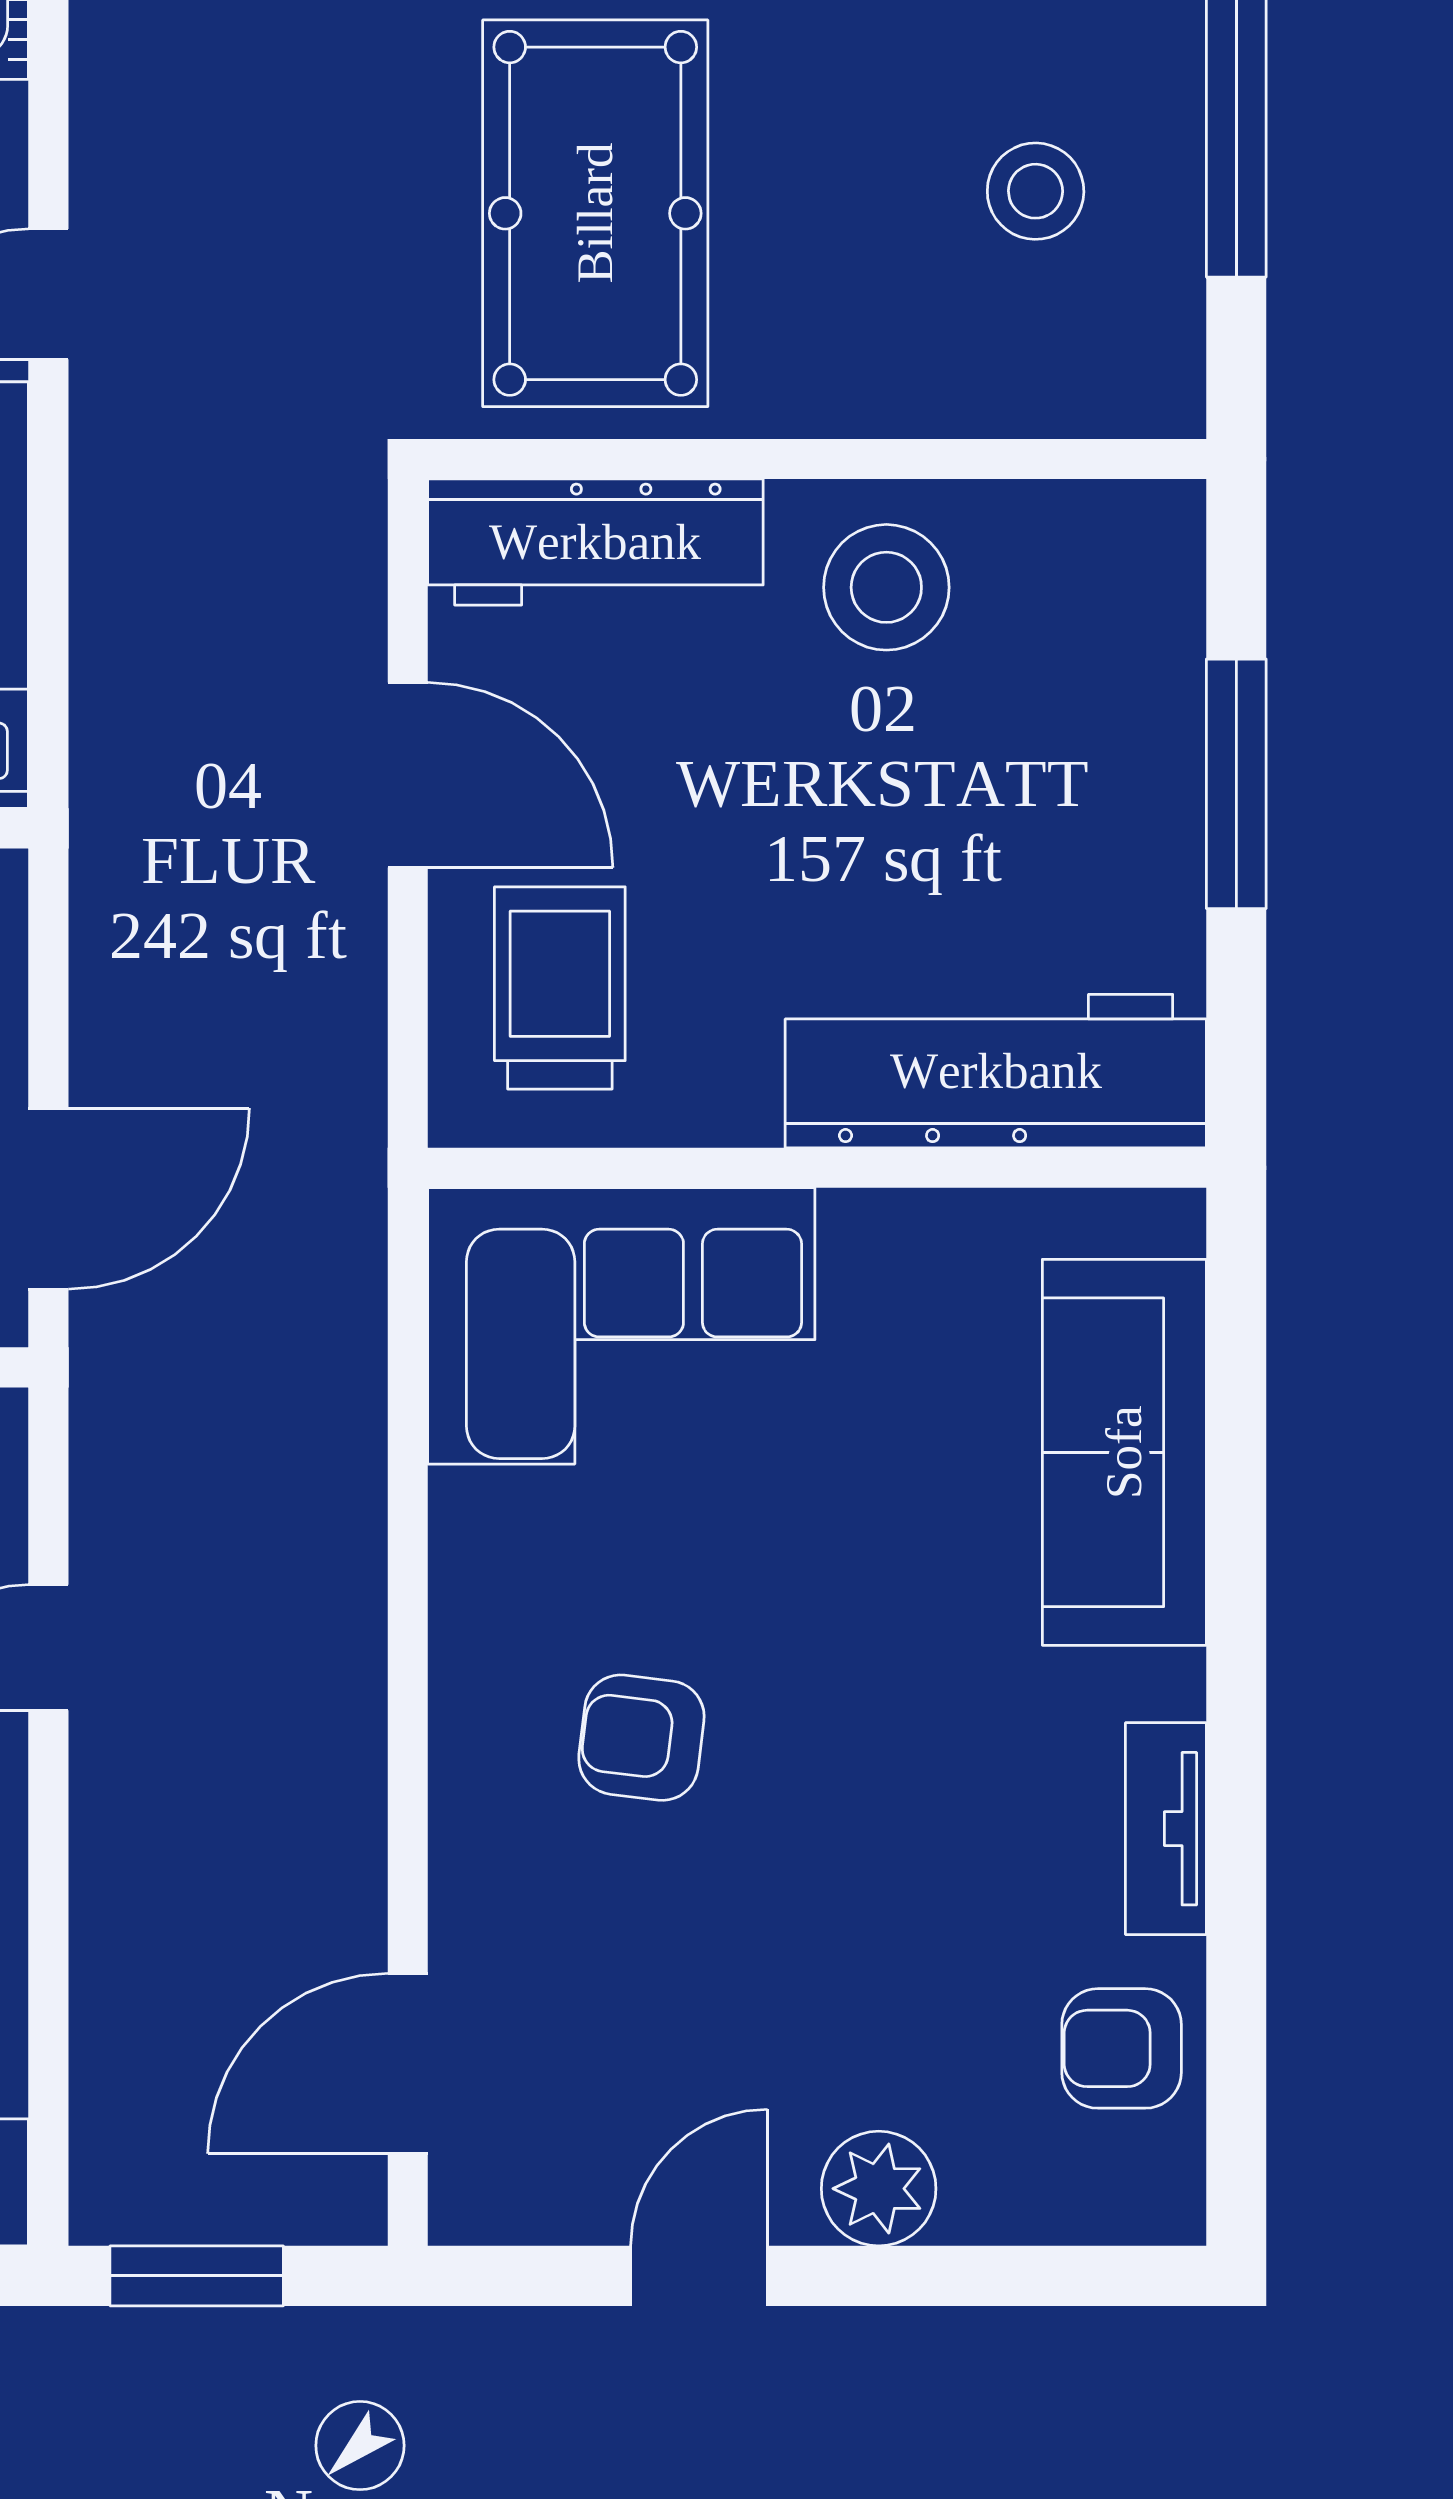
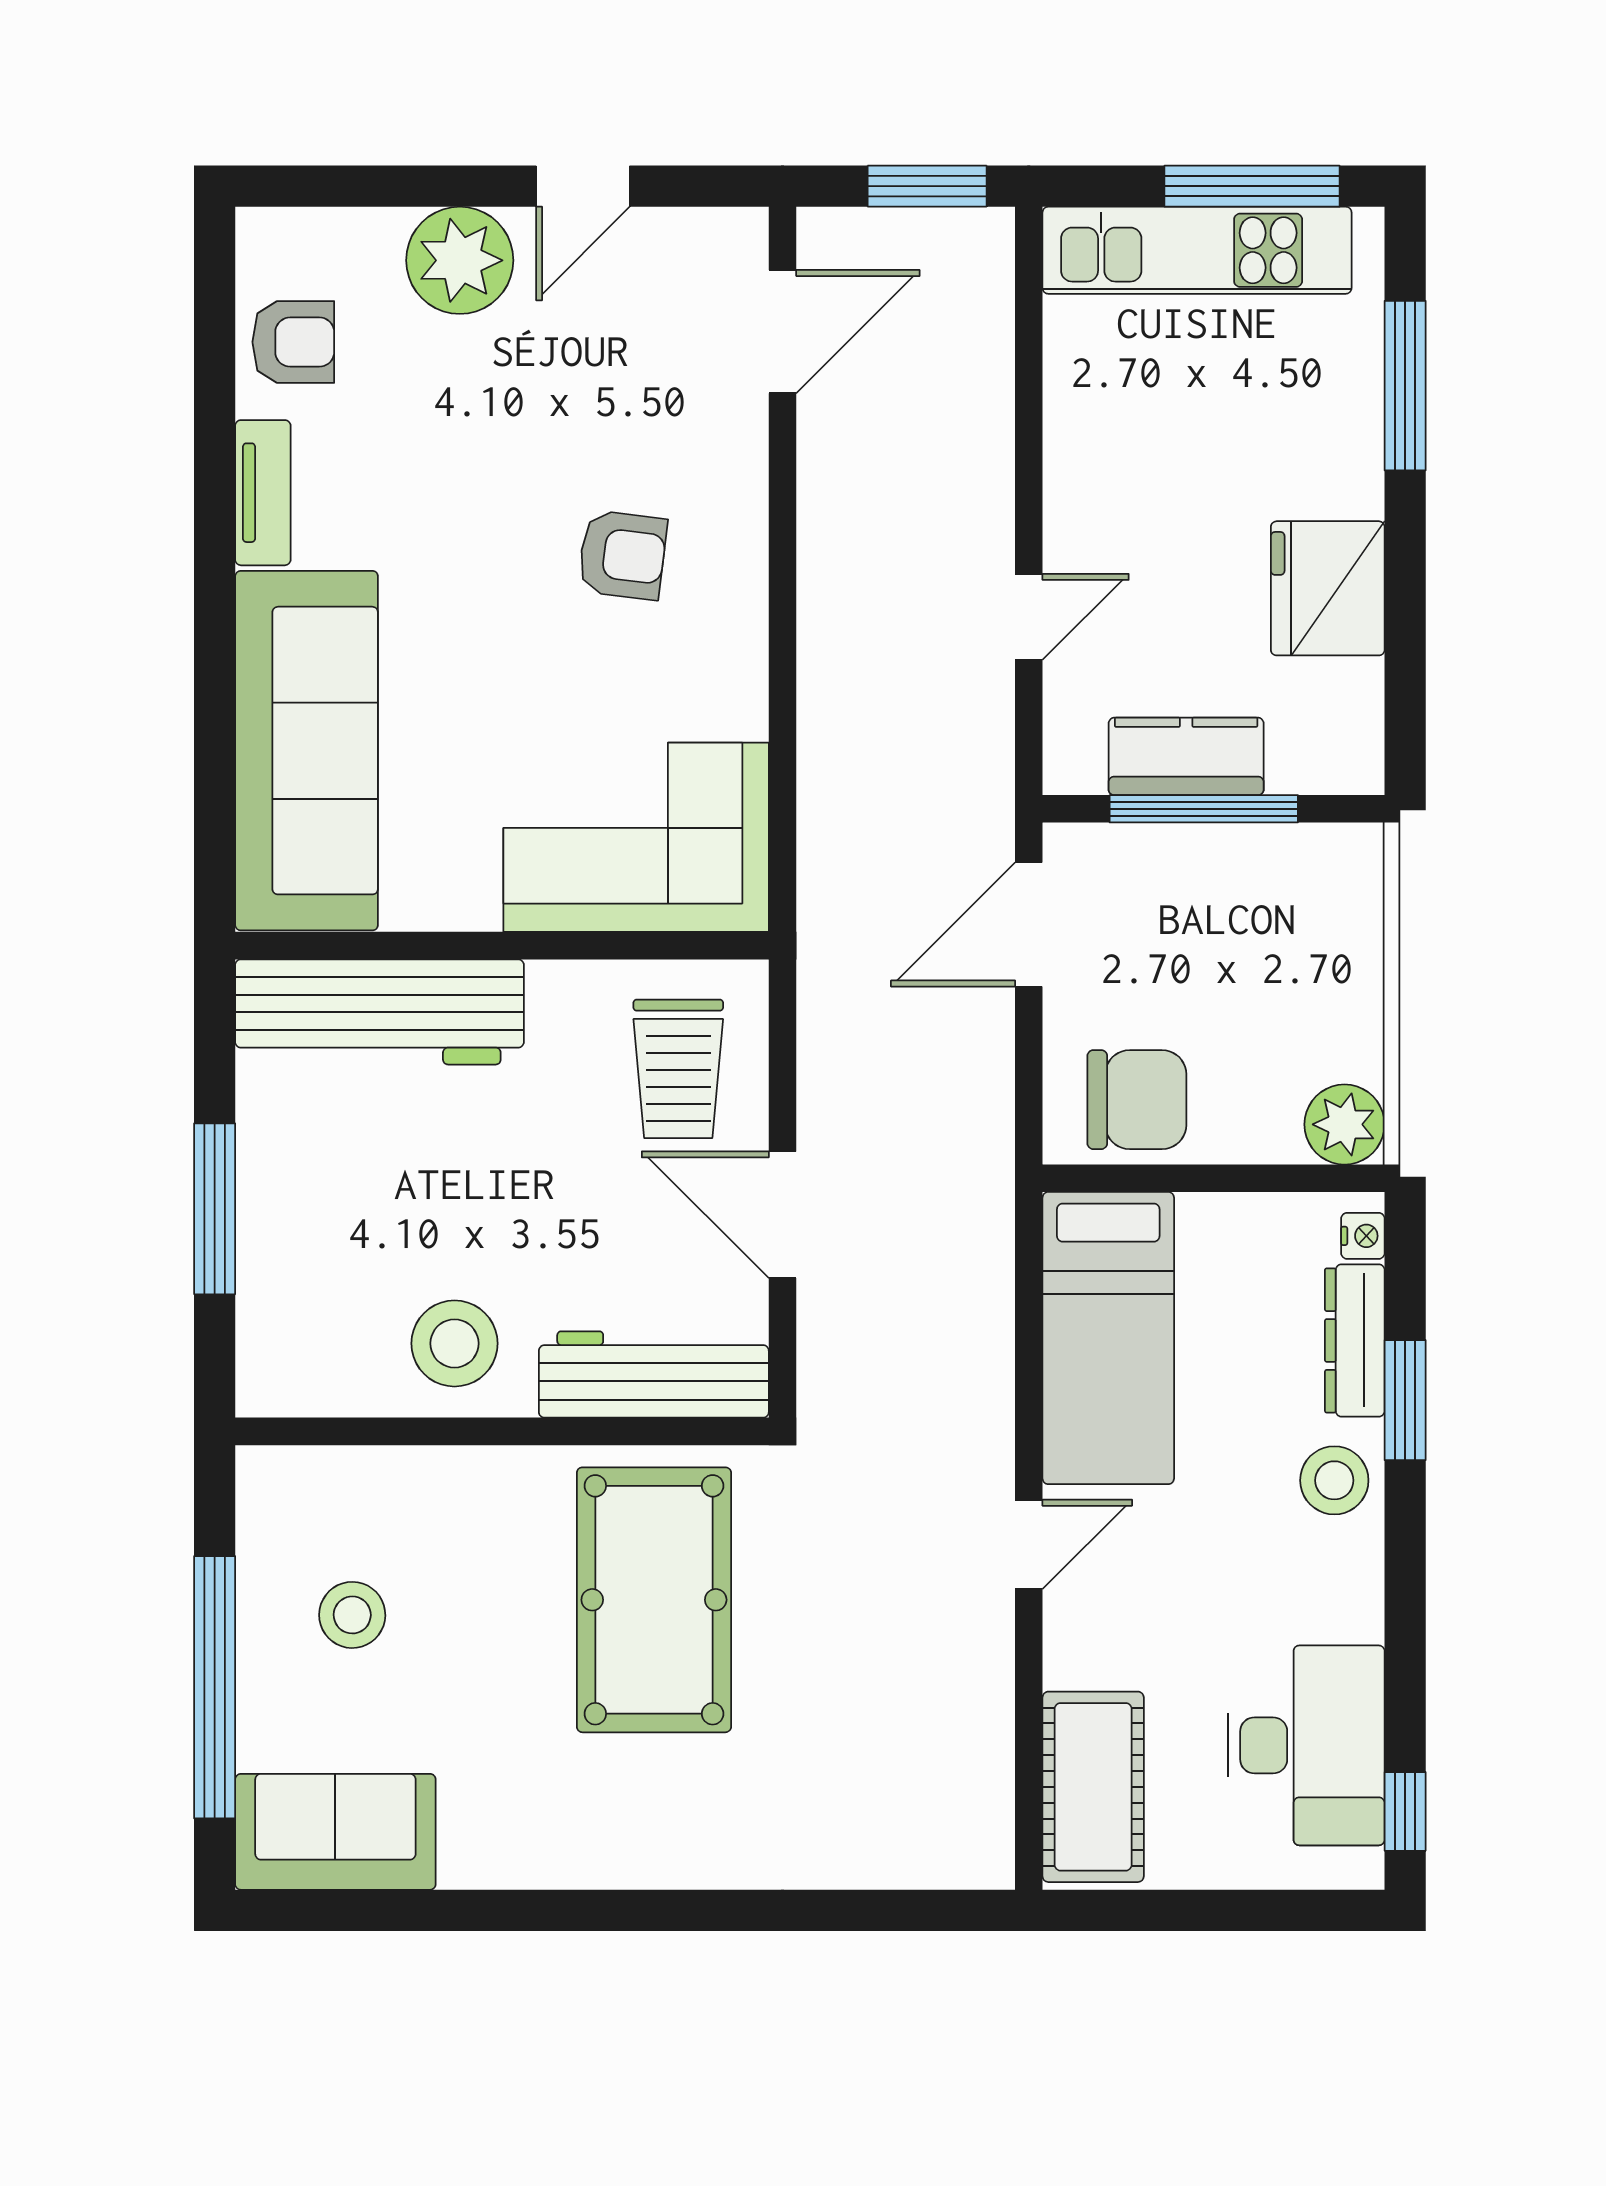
sofa: (1124, 1452) -> (307, 751), width x1.36, depth x1.27
plant: (879, 2189) -> (460, 260), width x1.36, depth x1.36

